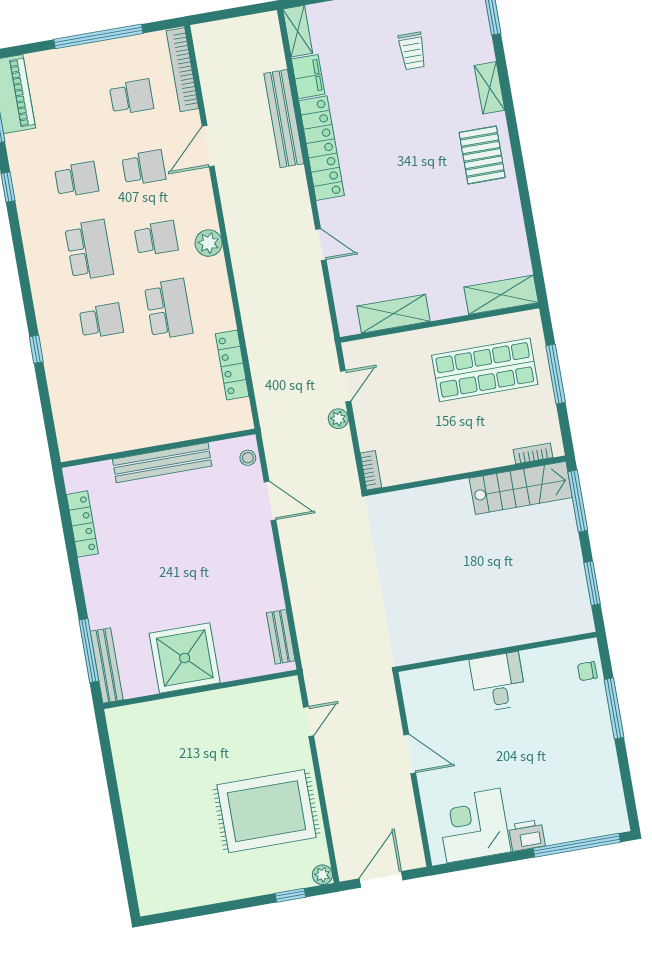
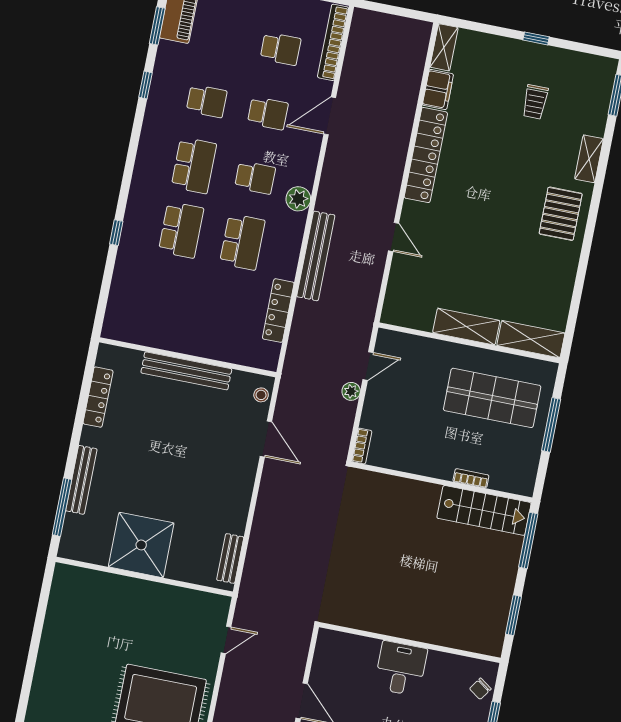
bench: (284, 119) -> (316, 256), moved
shelving: (393, 314) -> (466, 327), moved
school desk: (101, 321) -> (181, 230), width x1.85
bookcase: (533, 454) -> (471, 478), moved
bench: (107, 665) -> (81, 480), moved
chair: (587, 671) -> (480, 689), turned -55

